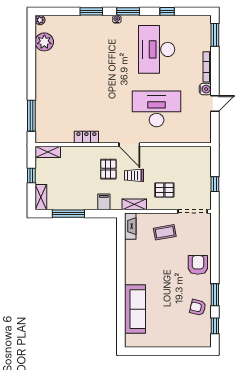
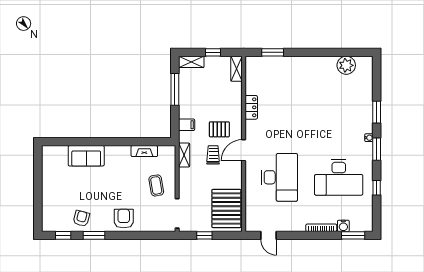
plant: (40, 20) -> (368, 61), removed
desk: (157, 49) -> (339, 177), turned 180
water cooler: (205, 89) -> (343, 226), moved
door: (215, 104) -> (269, 235), moved
window: (31, 116) -> (273, 52), width x0.69
pallet: (164, 190) -> (226, 208), moved, width x2.05, depth x2.00
fireplace: (130, 226) -> (144, 151), moved
armchair: (198, 265) -> (124, 219), turned -90
sofa: (135, 309) -> (86, 156), width x0.73

